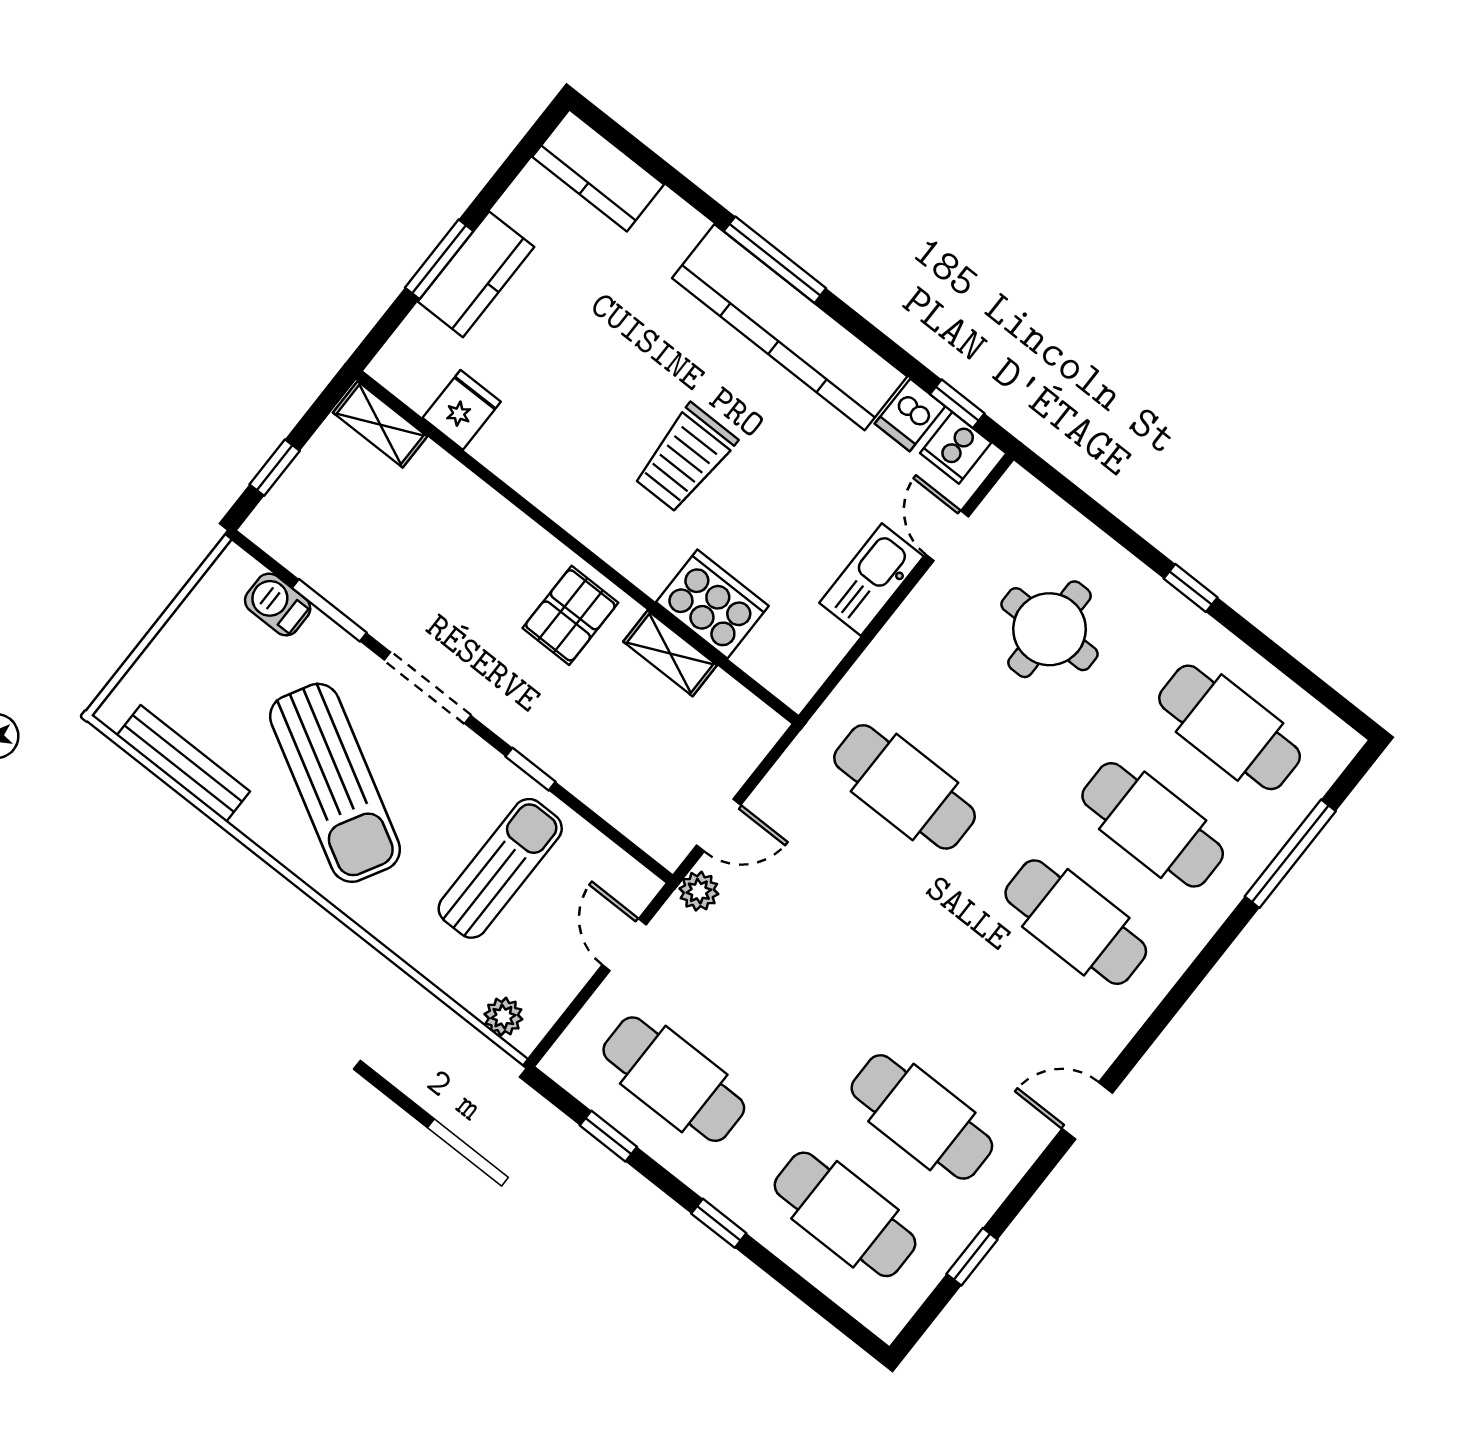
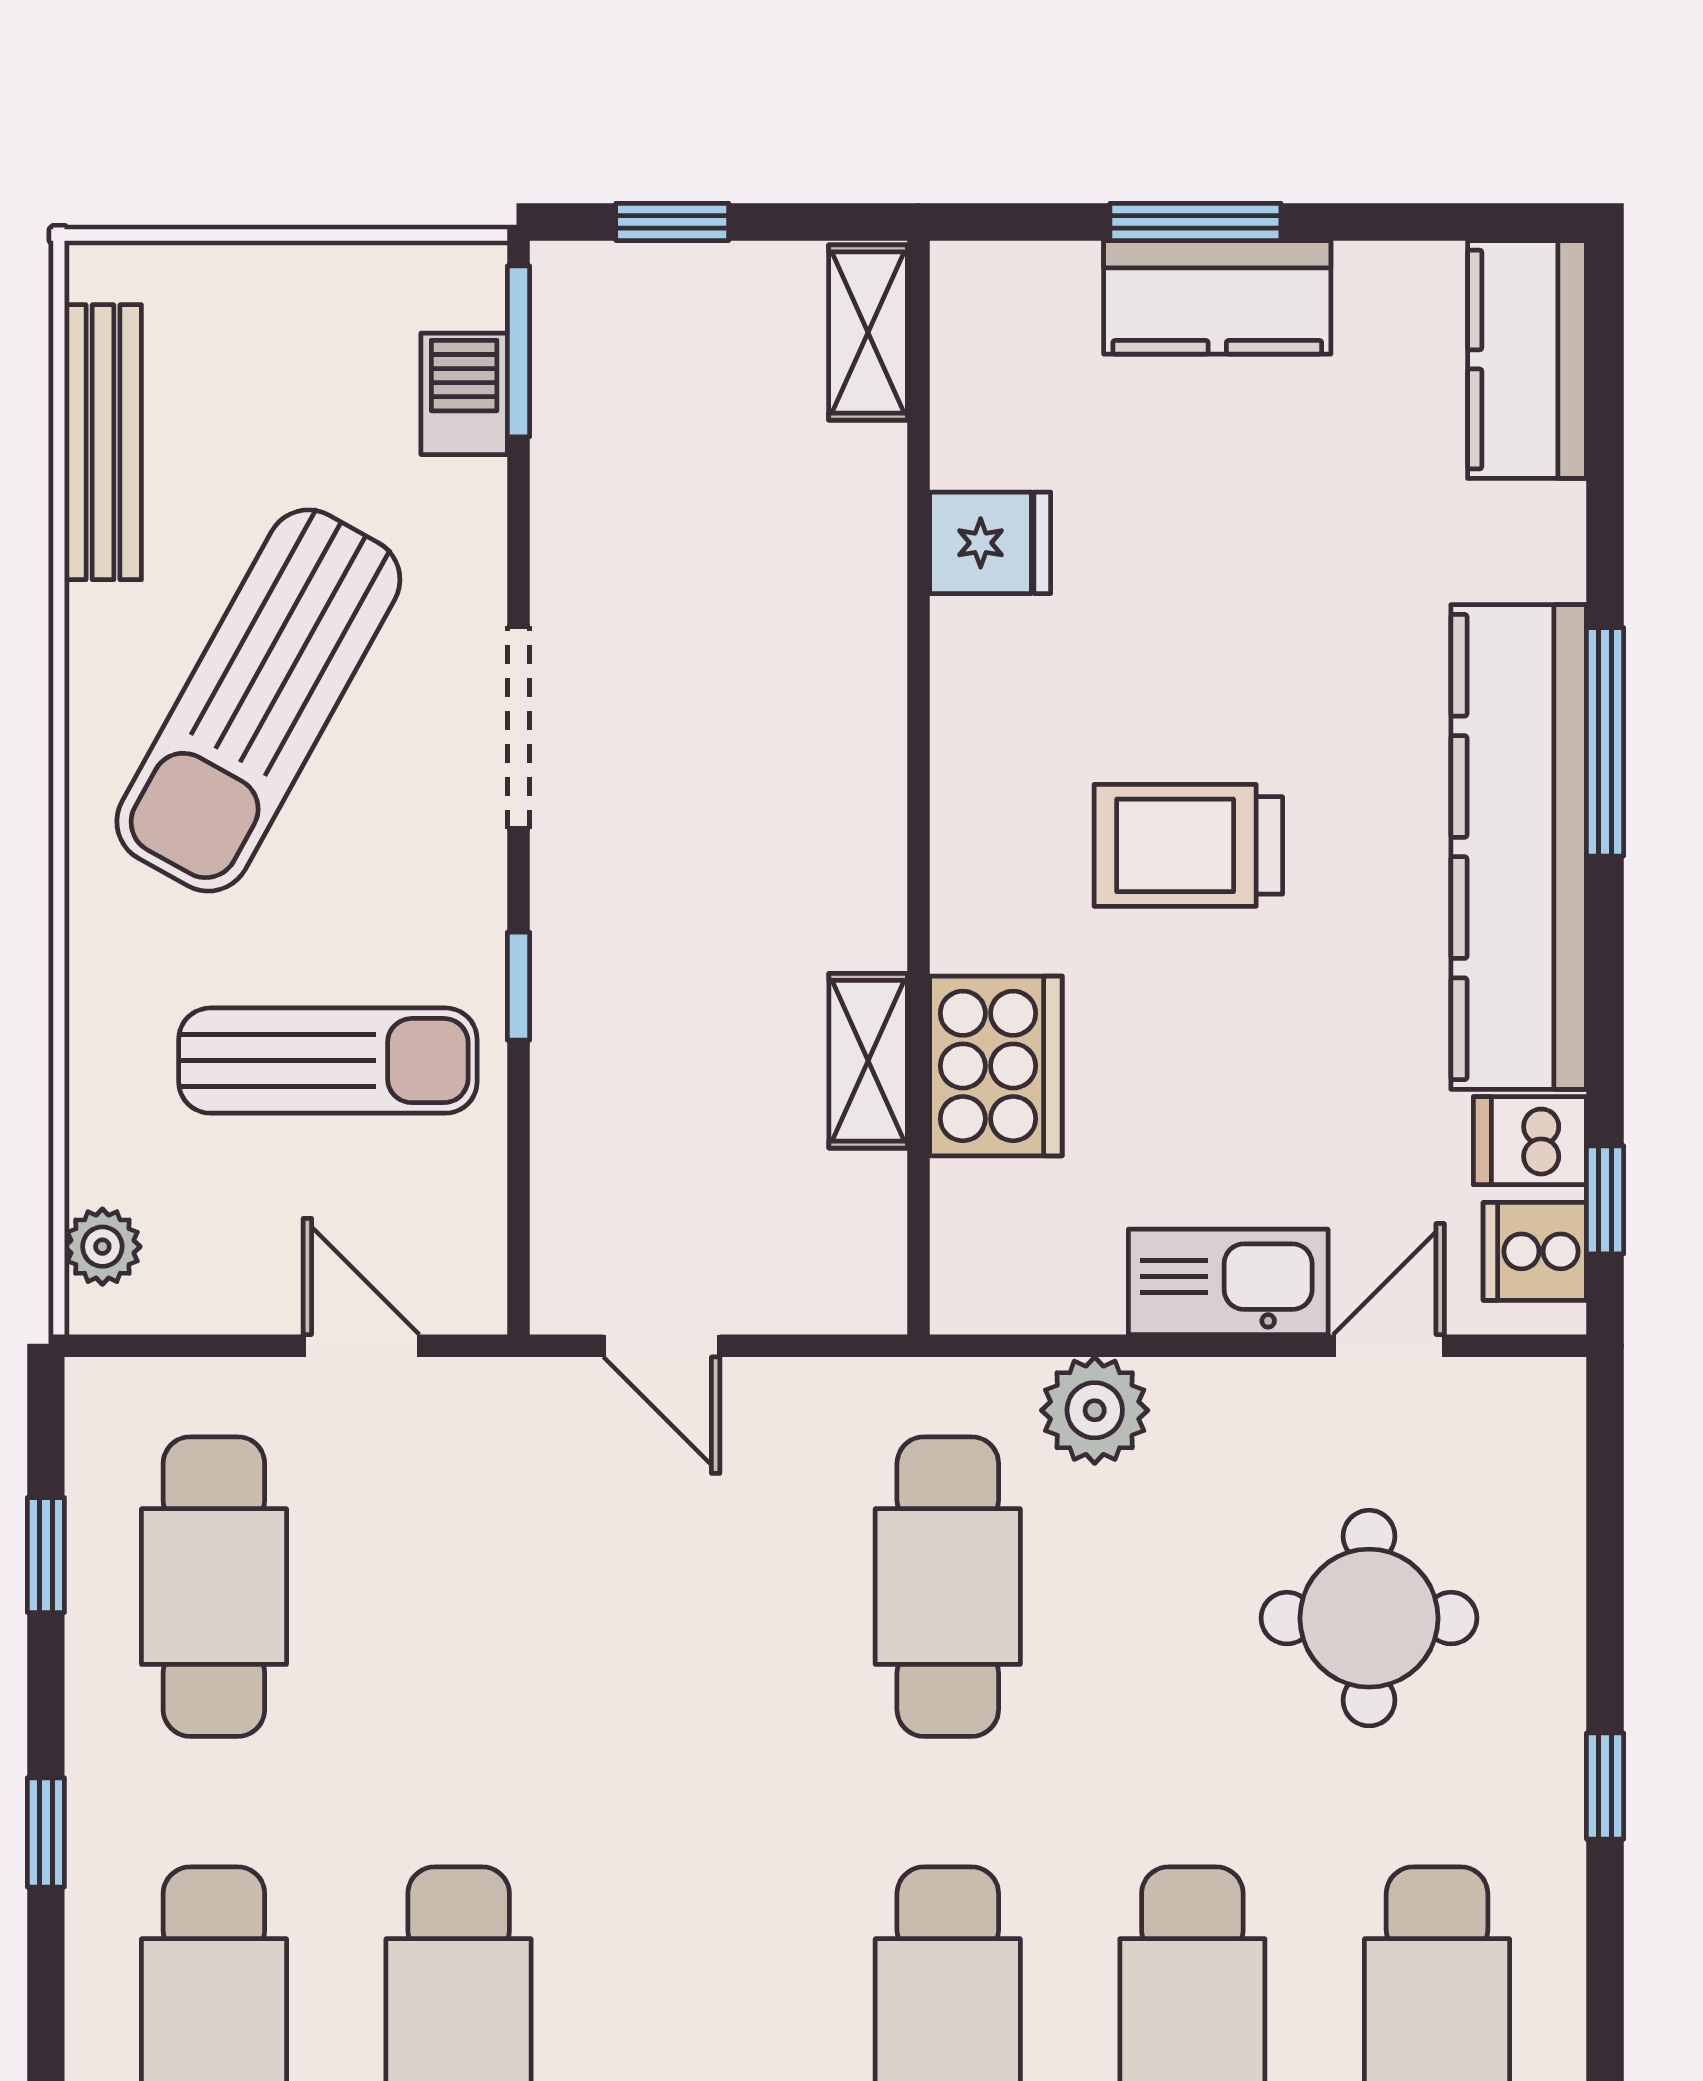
fridge: (462, 410) -> (990, 543), moved
window: (329, 610) -> (518, 351), moved
pallet: (570, 615) -> (805, 860), removed
plant: (699, 891) -> (1095, 1410), moved, width x1.38, depth x1.38
door: (624, 945) -> (361, 1346), hinge flipped

